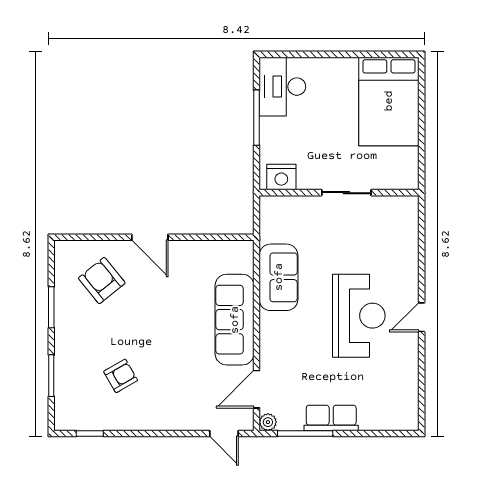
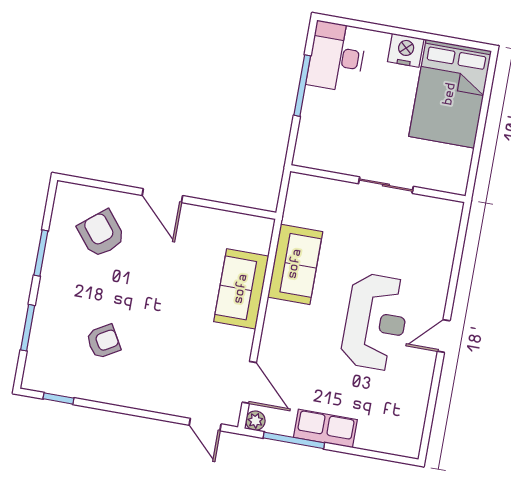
nightstand: (281, 177) -> (406, 50), moved, turned 180
sofa: (235, 320) -> (241, 289), width x0.73
door: (257, 389) -> (249, 382), swing flipped

